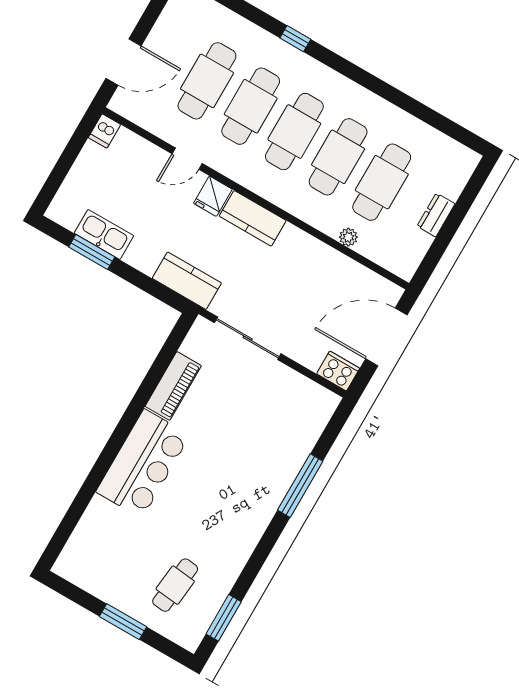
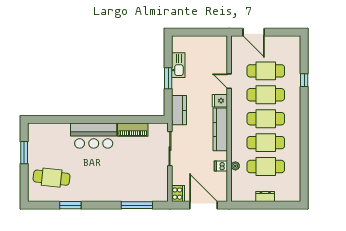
window: (295, 39) -> (304, 80), moved
dishwasher: (104, 131) -> (221, 166), moved
kitchen counter: (253, 218) -> (220, 129), width x1.50
window: (92, 252) -> (168, 78), moved
window: (300, 486) -> (137, 205), moved
cafe table: (175, 585) -> (52, 178), width x1.37, depth x1.35
window: (224, 618) -> (70, 205), moved
window: (123, 622) -> (24, 153), moved

